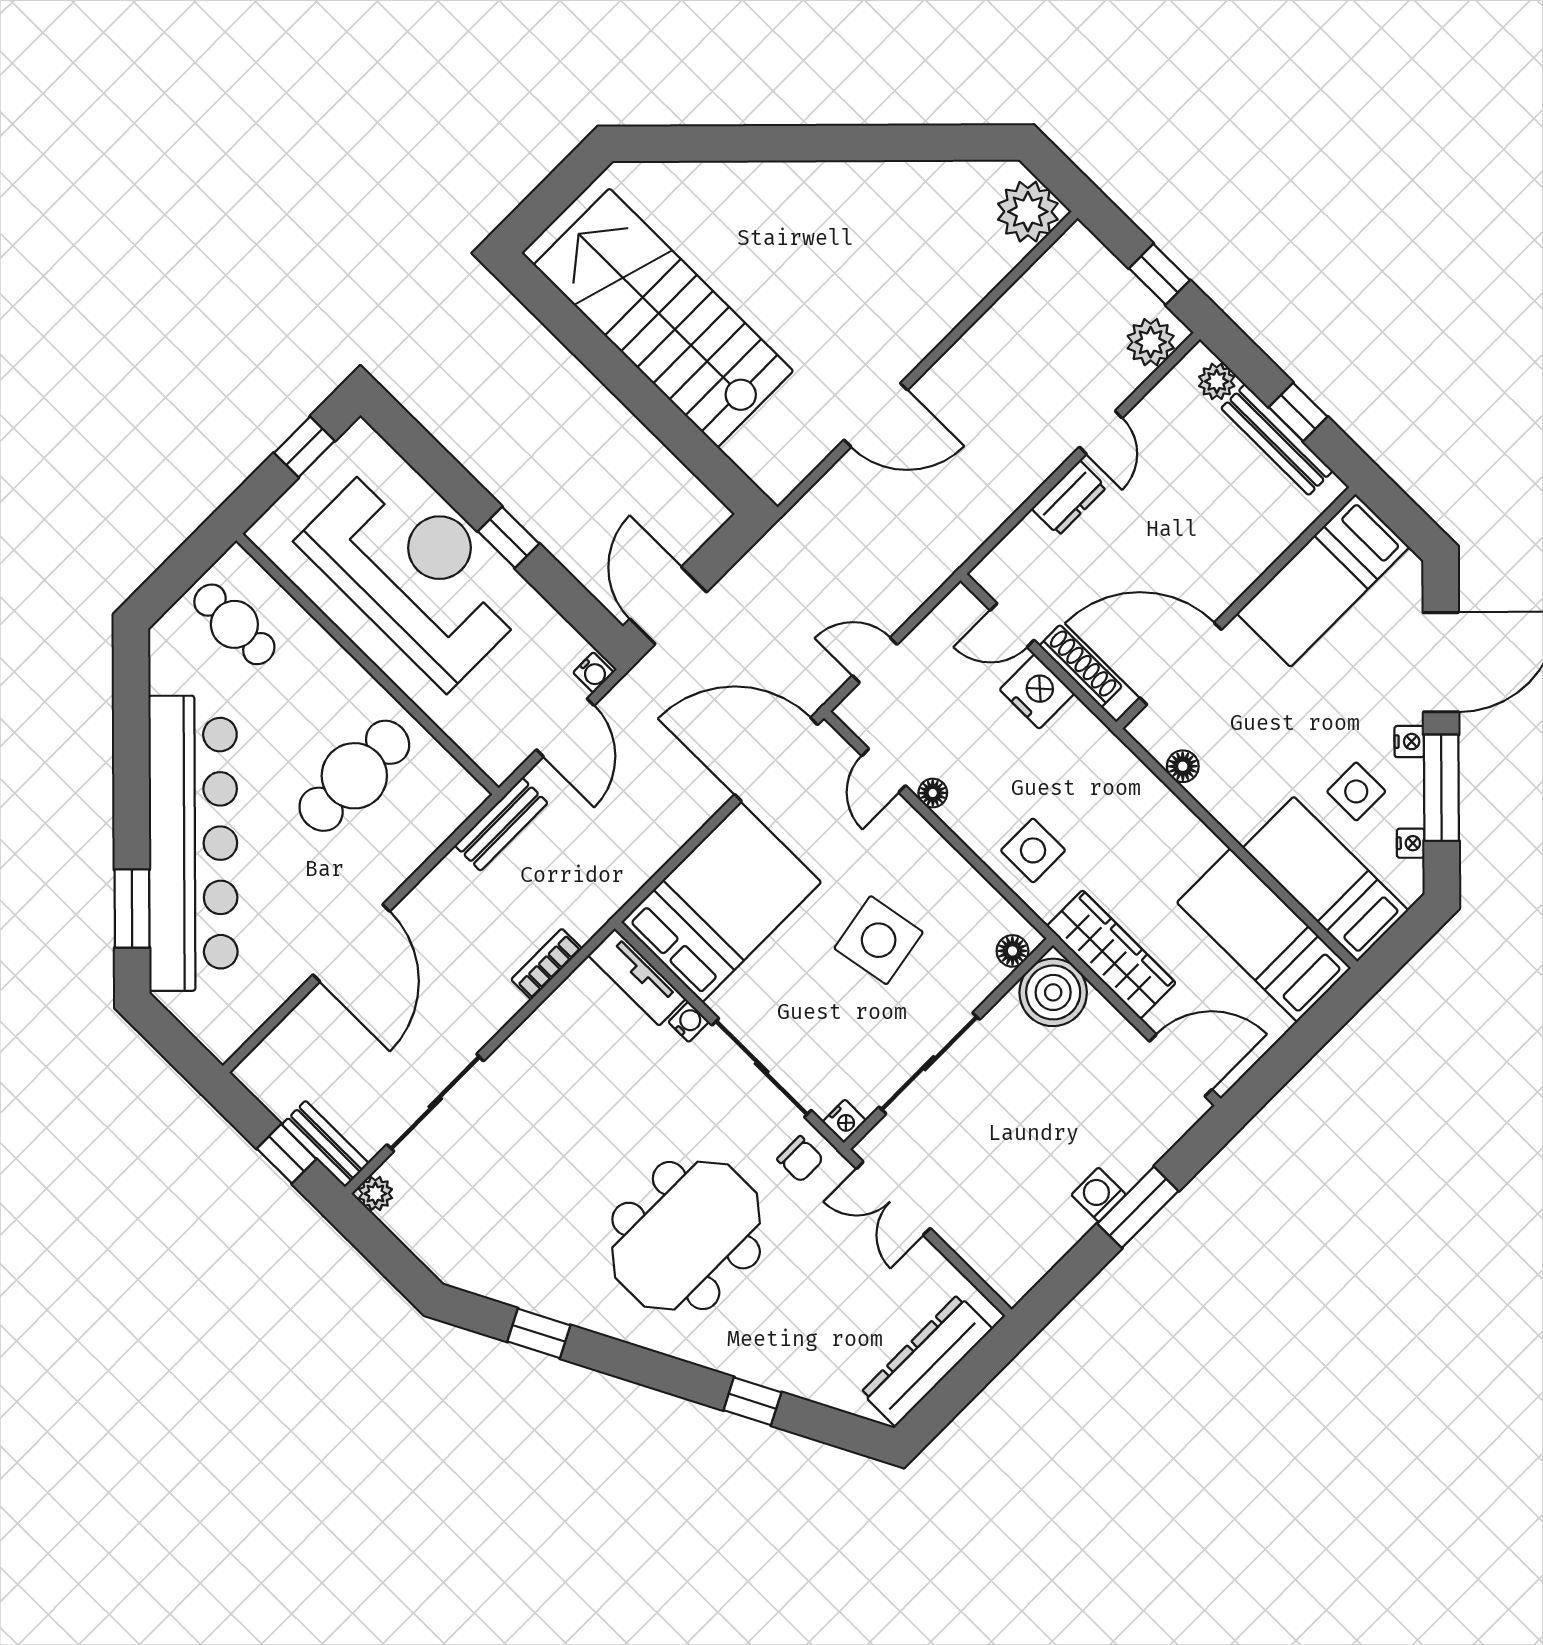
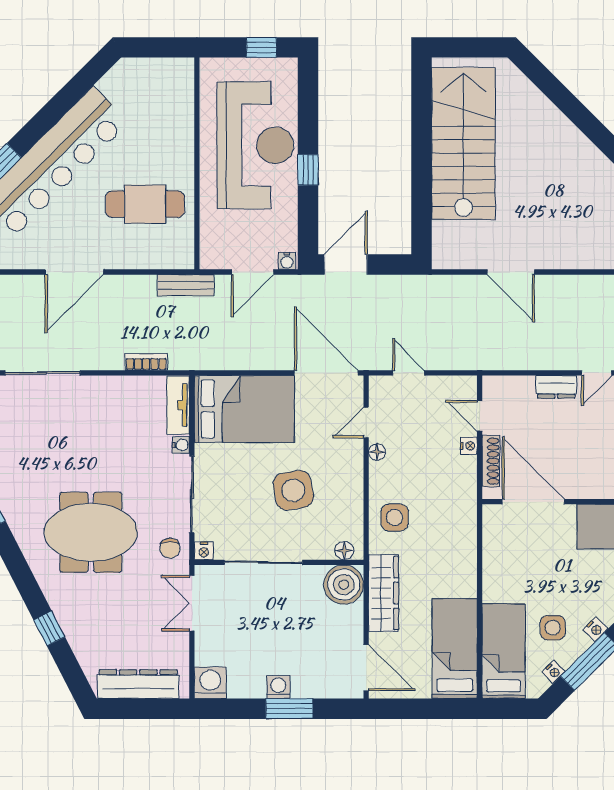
cafe table: (234, 624) -> (159, 92), removed
nightstand: (1037, 691) -> (469, 446), width x0.53, depth x0.56
floor lamp: (1183, 766) -> (491, 545), removed
washing machine: (1012, 1272) -> (210, 683), added

